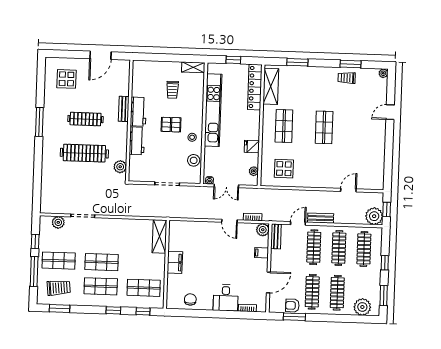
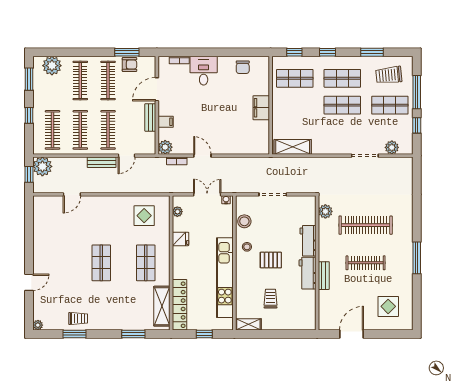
shelving: (159, 236) -> (293, 147), moved, turned 90
bench: (276, 236) -> (150, 117), moved
window: (59, 309) -> (372, 52), moved

